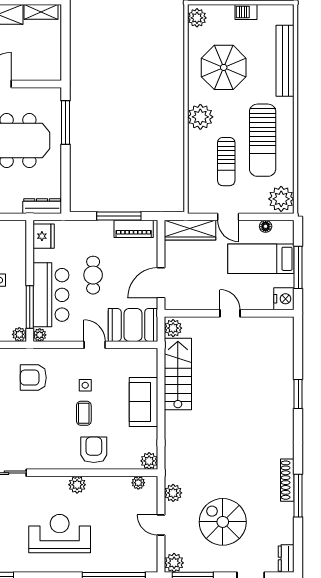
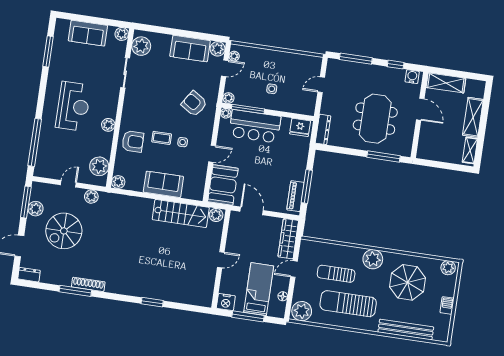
cafe table: (93, 275) -> (265, 160), removed
armchair: (33, 378) -> (194, 104), turned -57
plant: (138, 483) -> (99, 166), width x1.88, depth x1.88
spiral stairs: (223, 522) -> (64, 231), turned 180
plant: (174, 563) -> (36, 209), moved

